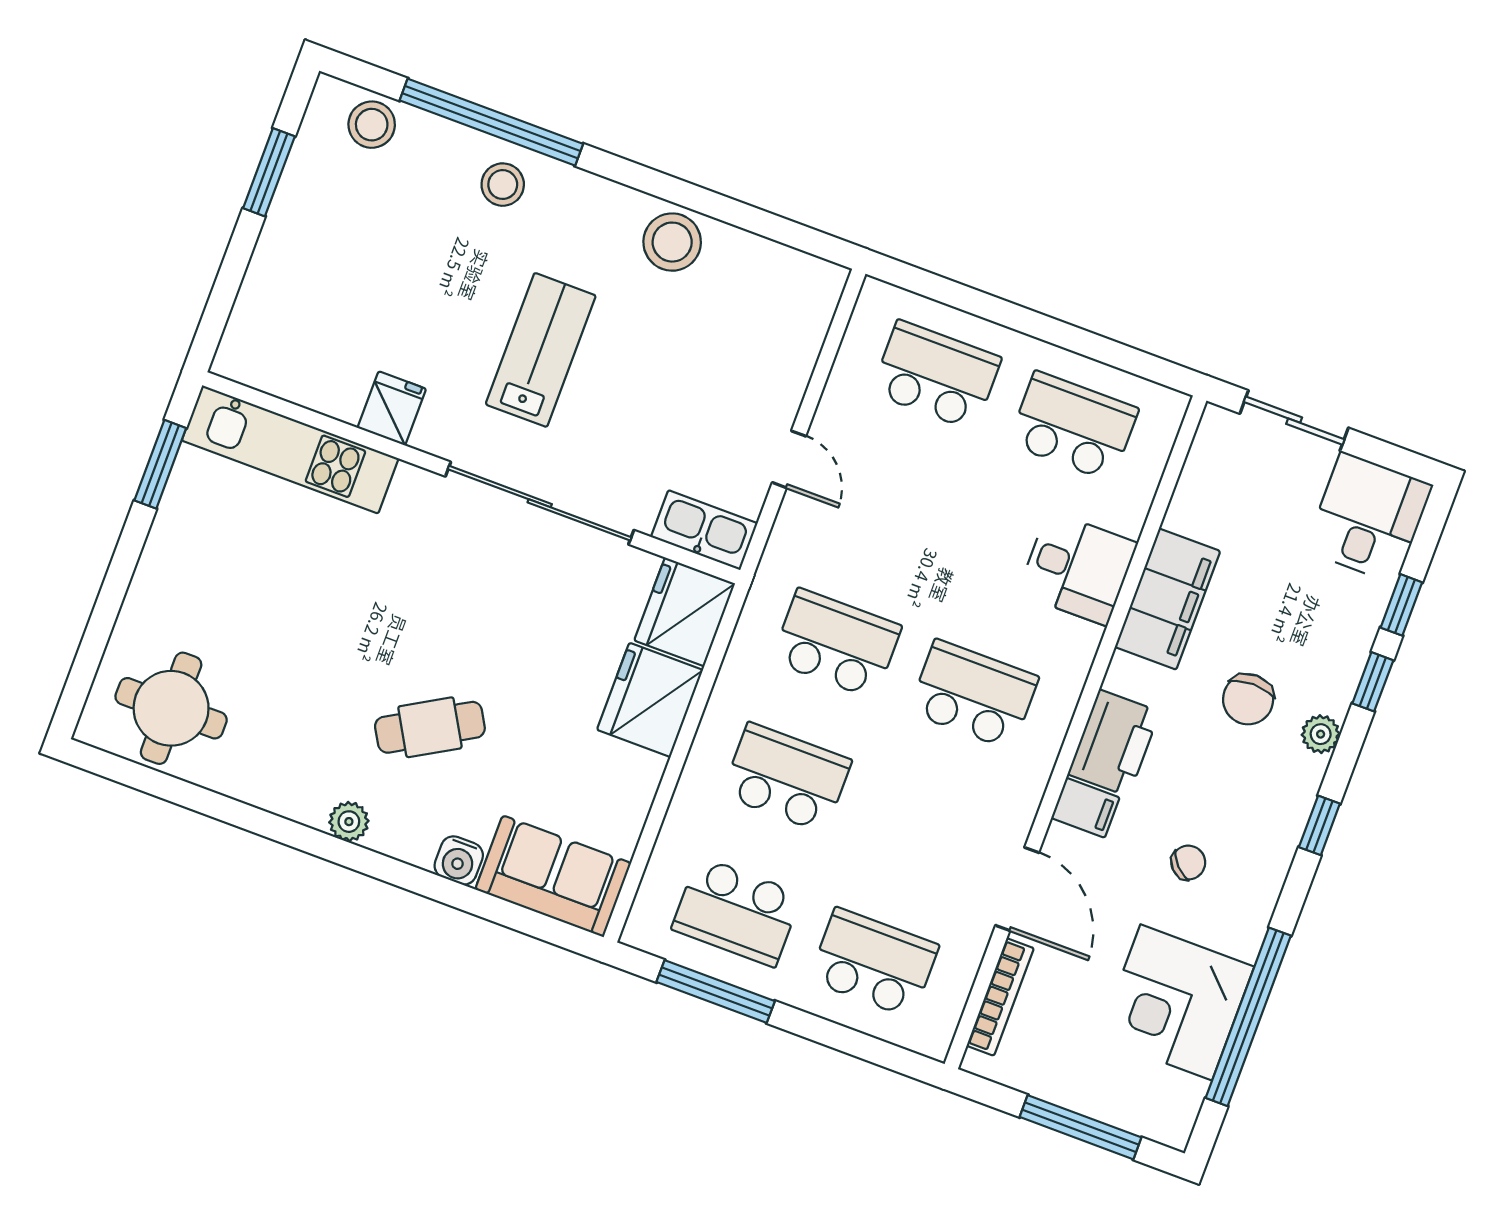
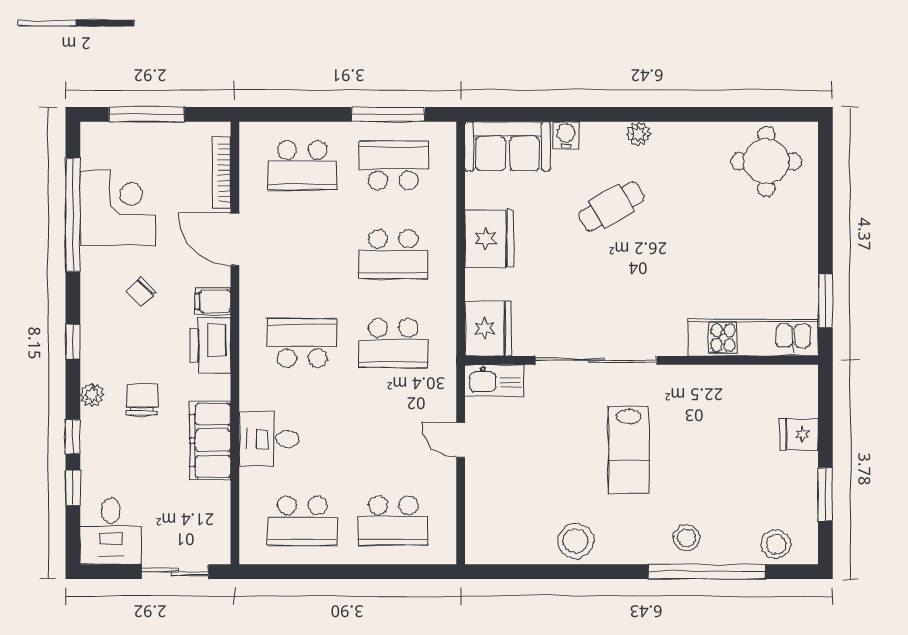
fridge: (392, 408) -> (799, 434), moved, turned 90
school desk: (974, 694) -> (302, 343), turned 180
fridge: (650, 700) -> (489, 239), moved

